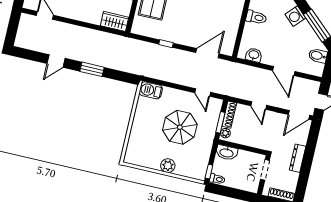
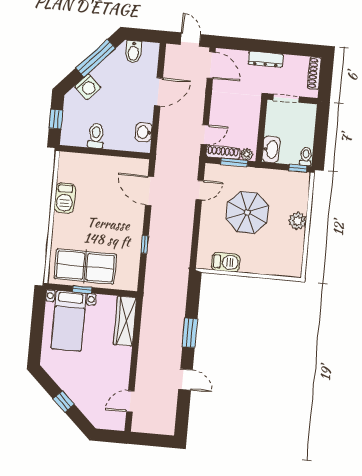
wardrobe: (115, 21) -> (125, 321), width x1.50
barbecue: (151, 90) -> (226, 262), moved, turned -90
door: (259, 106) -> (205, 135), moved

